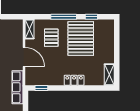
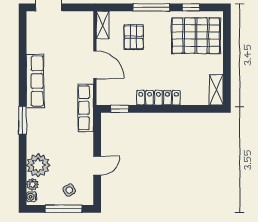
pallet: (81, 39) -> (196, 36), moved, turned 90
locker: (74, 80) -> (159, 98), width x1.53

